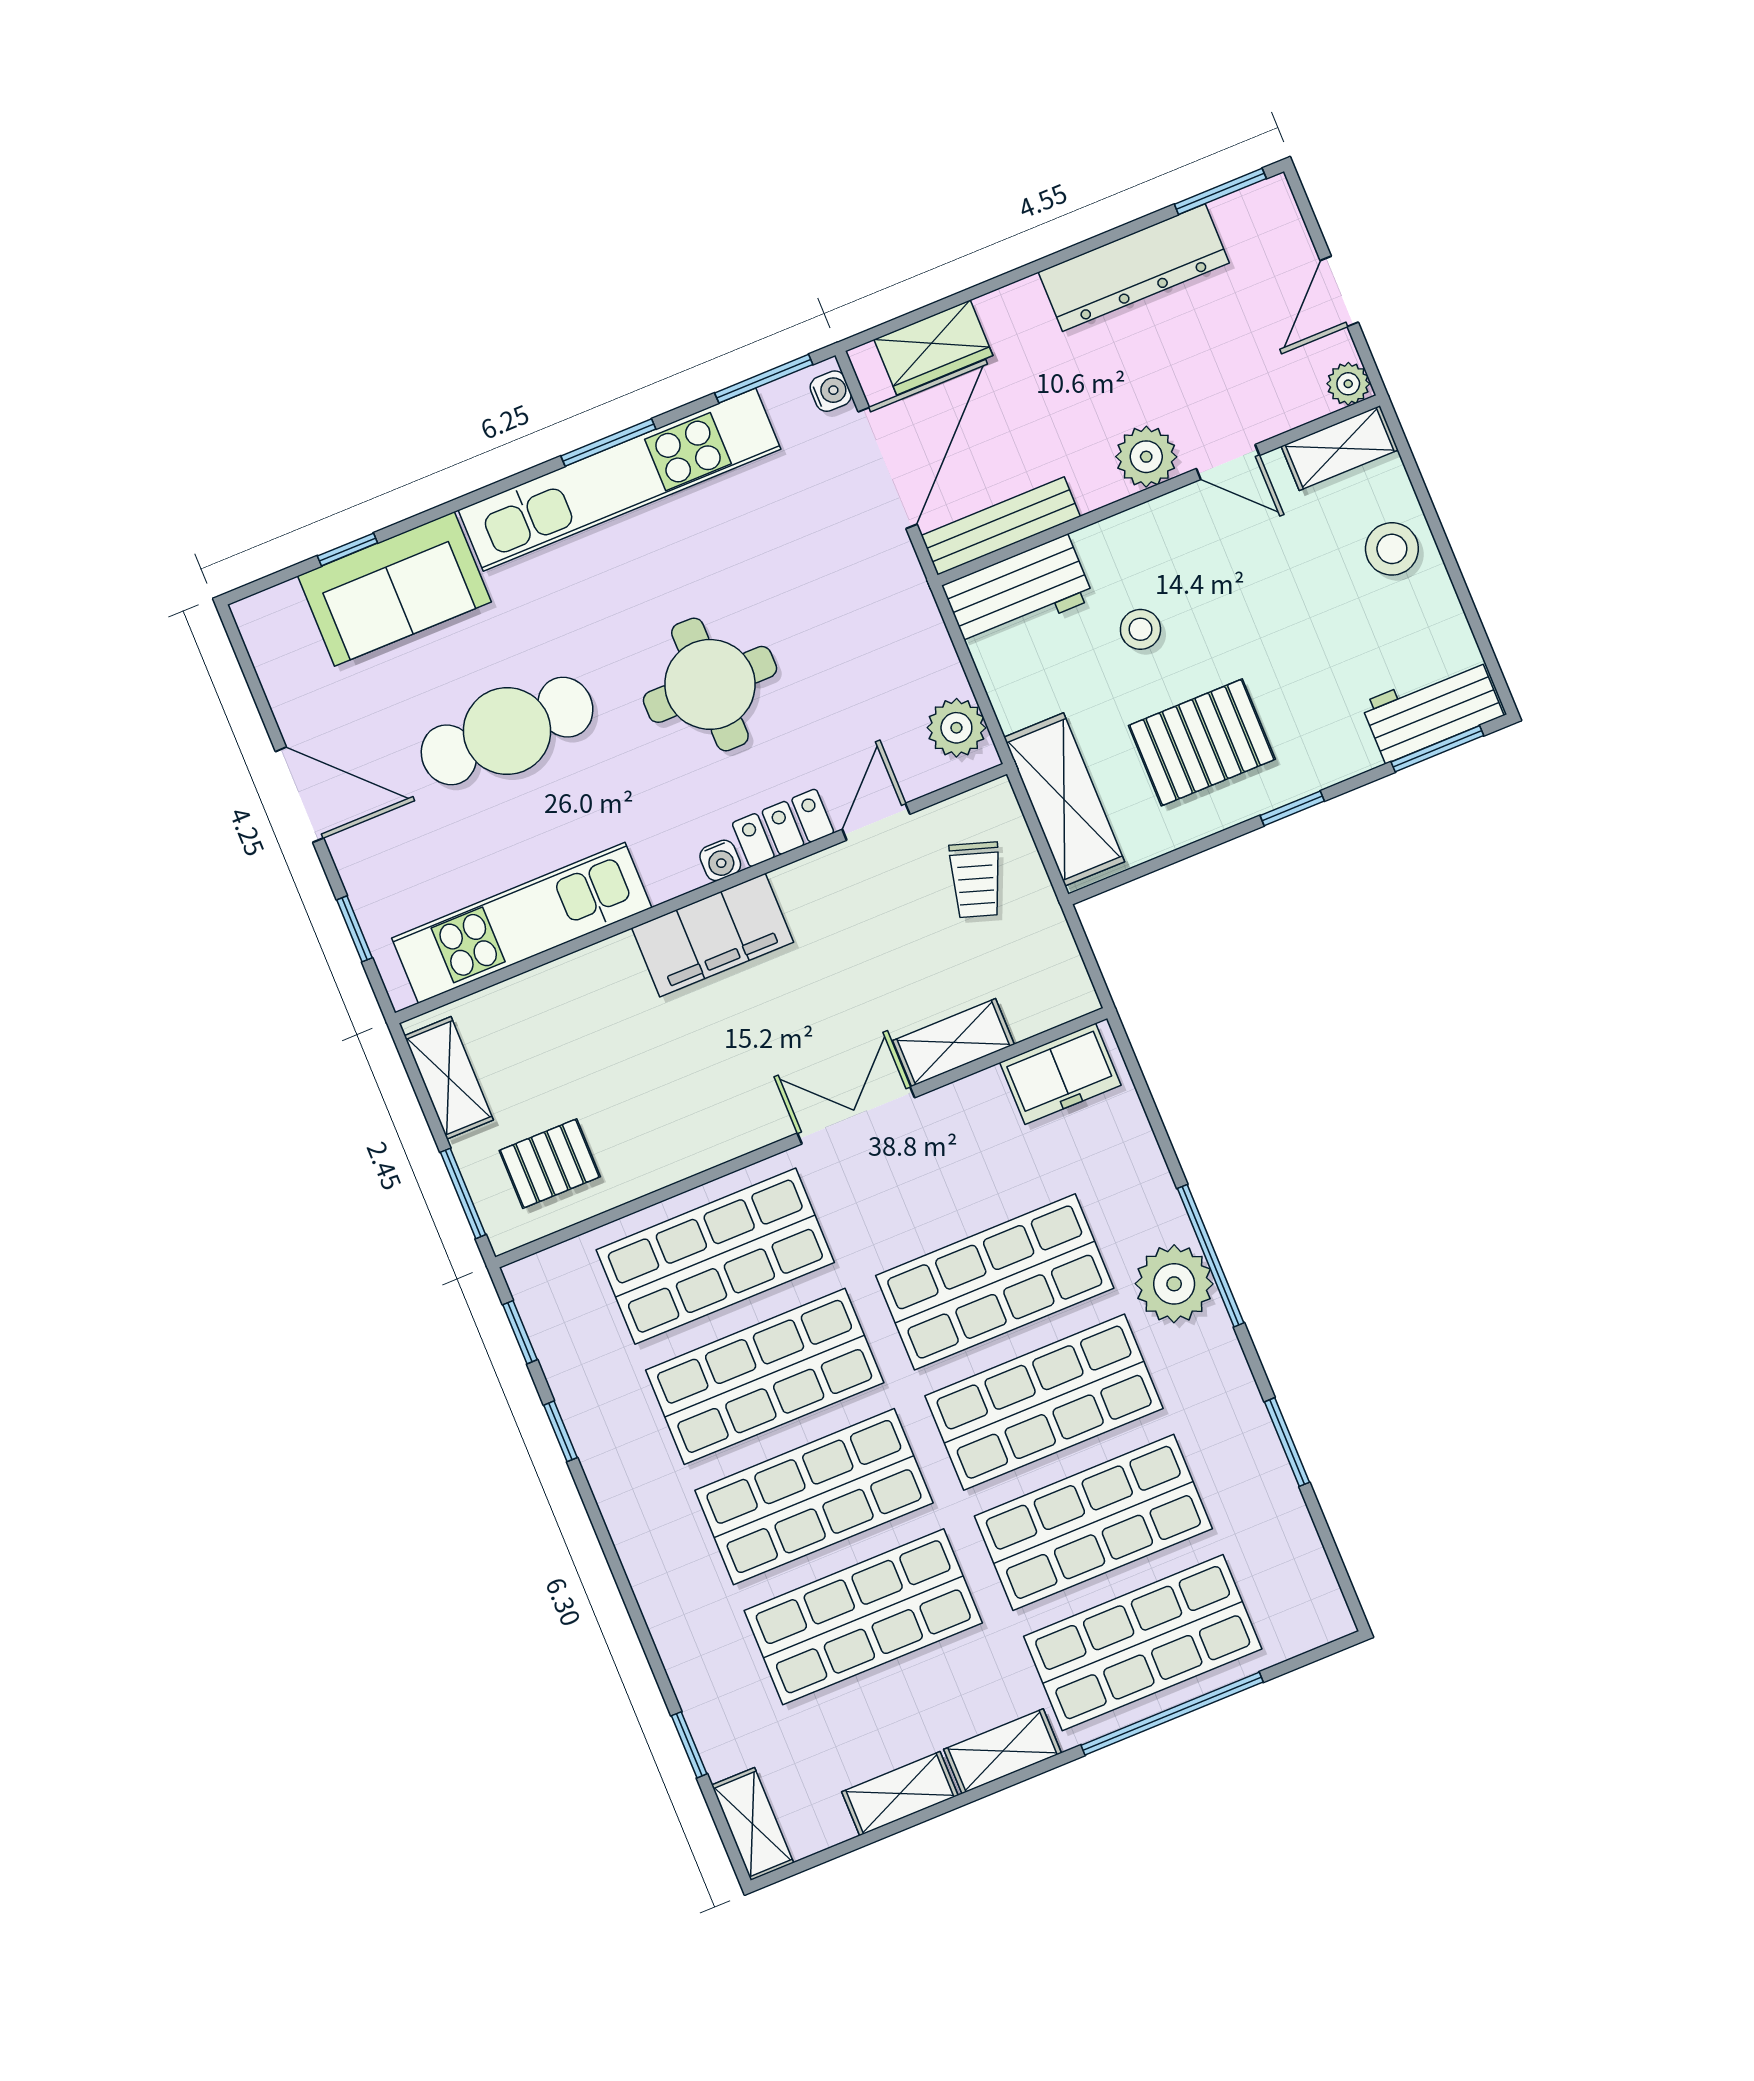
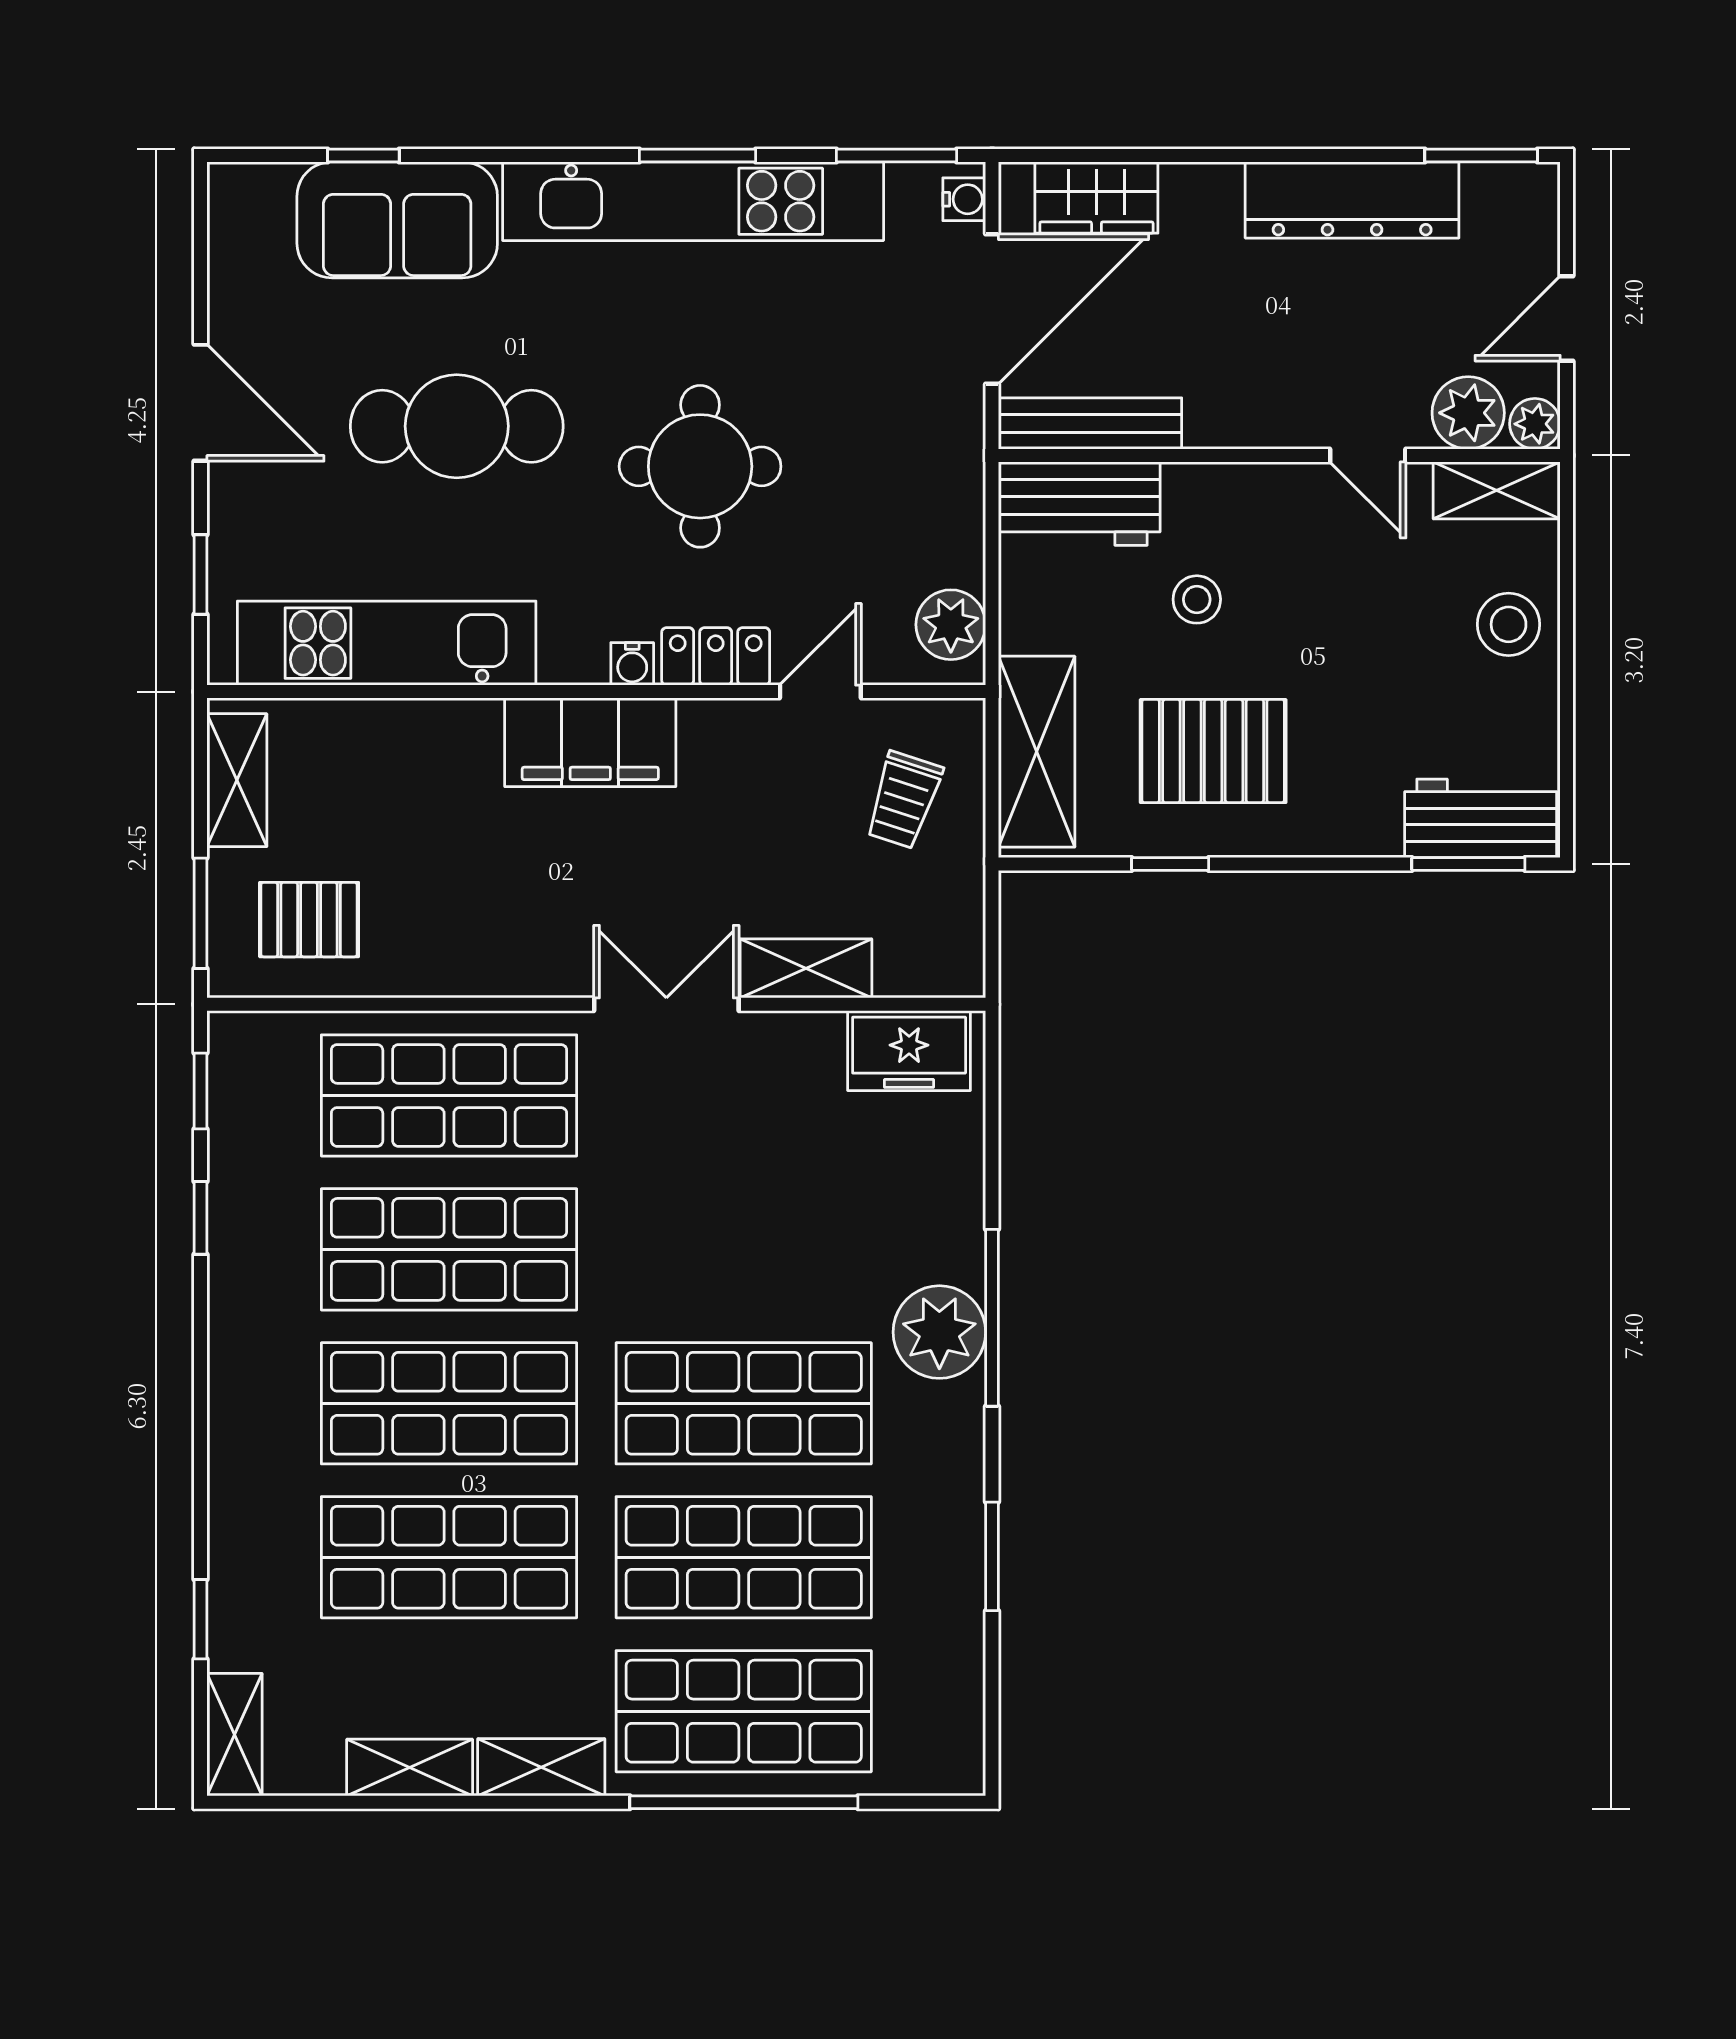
plant: (1146, 457) -> (1468, 413), moved
window: (1292, 808) -> (1170, 864), moved
shop shelf: (995, 1282) -> (744, 1249), removed

